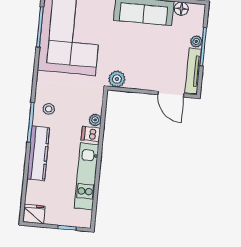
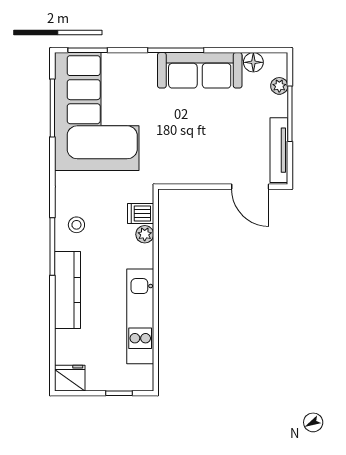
plant: (196, 41) -> (279, 86), moved
plant: (117, 79) -> (170, 172), removed
dishwasher: (91, 134) -> (141, 214), moved

